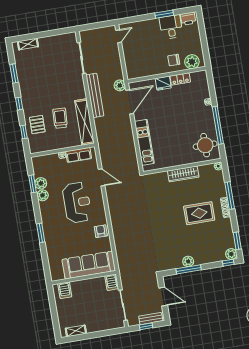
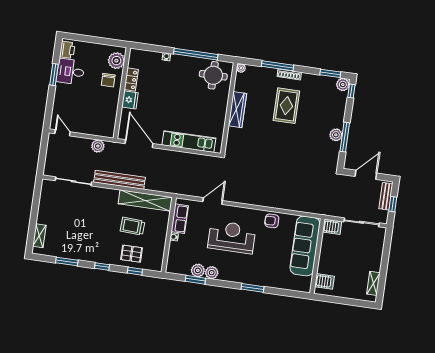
plant: (120, 85) -> (98, 146), moved

